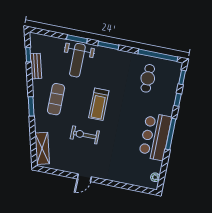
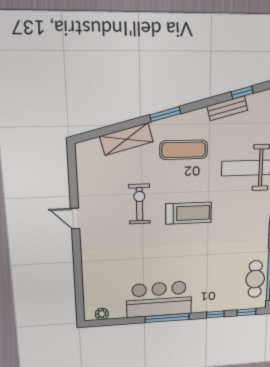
cafe table: (148, 78) -> (255, 279), moved, turned 90
treadmill: (99, 104) -> (189, 213), turned 180
shelving: (42, 148) -> (127, 139), moved

